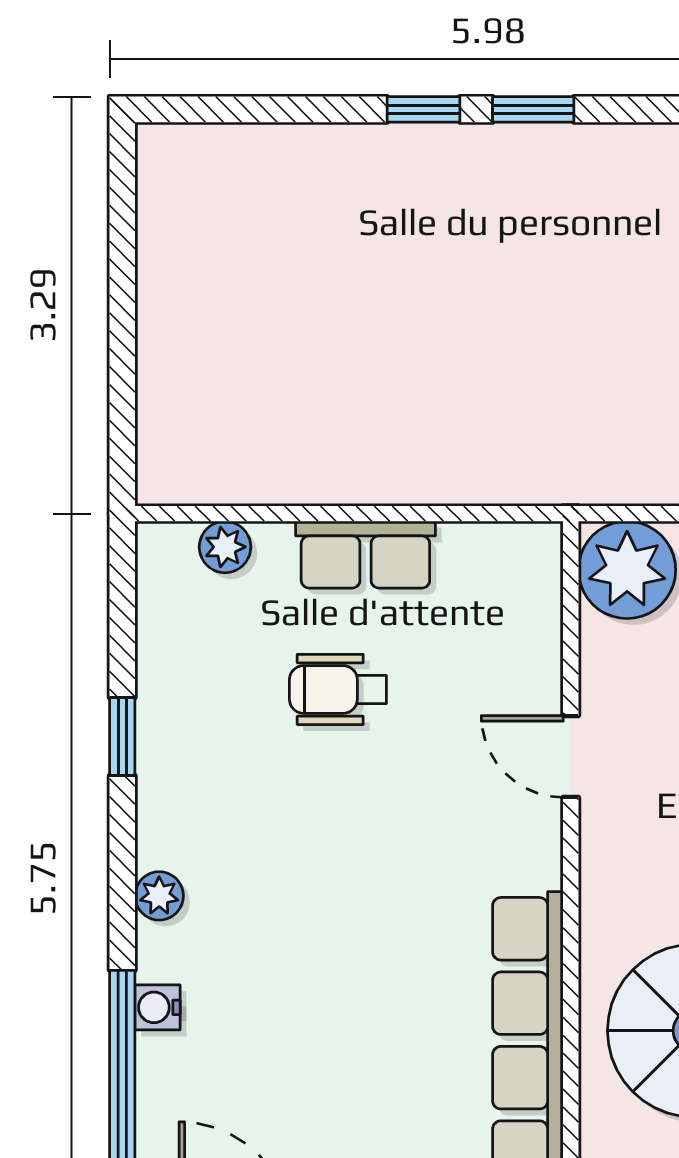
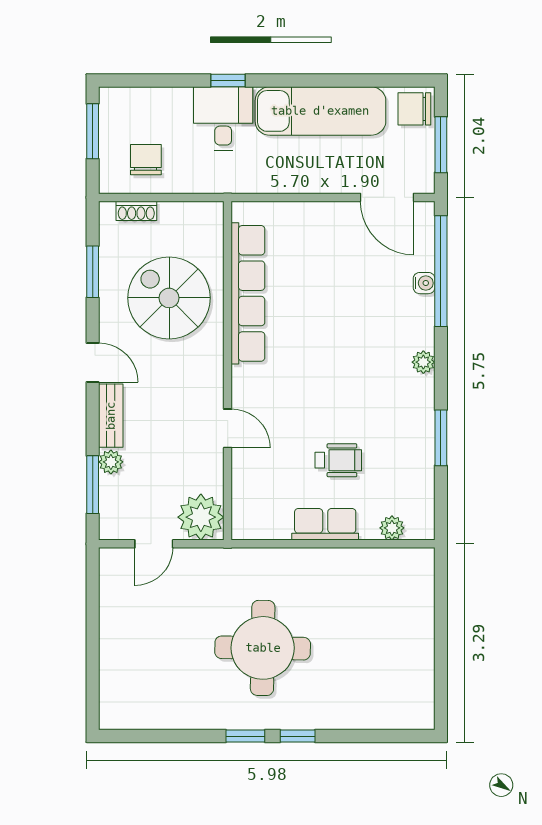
round table: (497, 295) -> (263, 648), added
window: (122, 737) -> (441, 438), width x1.50
water cooler: (157, 1007) -> (424, 283), moved

